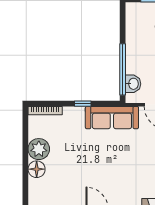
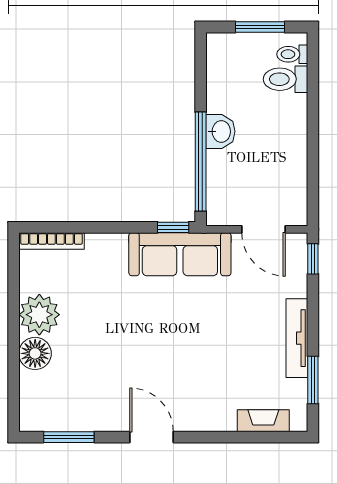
washbasin: (133, 84) -> (220, 131), moved
window: (83, 104) -> (173, 227), moved

